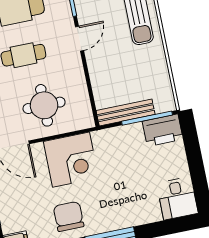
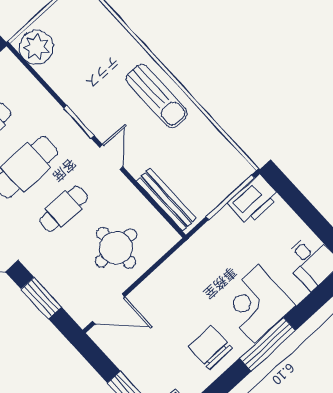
bench: (126, 113) -> (166, 199), moved, turned 90
corner desk: (71, 160) -> (256, 304), moved, turned 180

